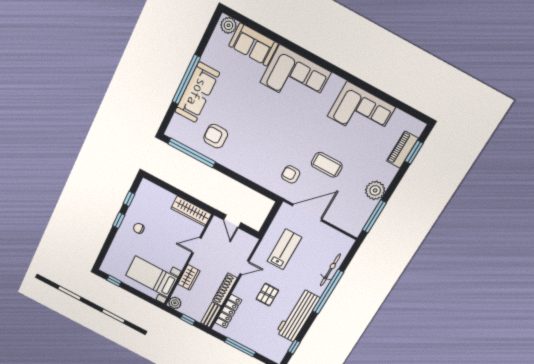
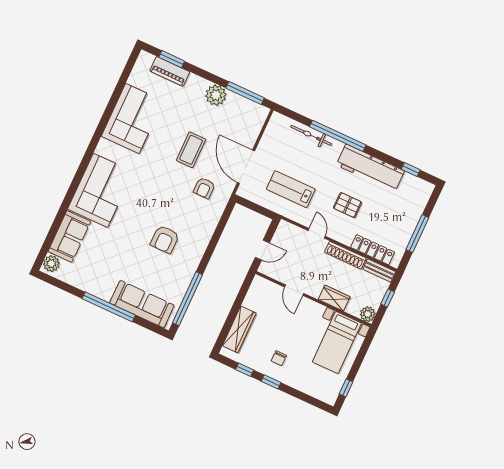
sofa: (197, 92) -> (142, 304), moved
armchair: (216, 136) -> (165, 239), moved
wardrobe: (191, 211) -> (239, 329), moved

